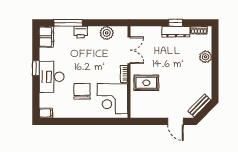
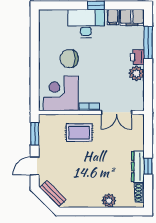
plant: (107, 33) -> (136, 73), moved
rug: (146, 83) -> (79, 133), turned 90
chair: (82, 91) -> (69, 59), turned 180
filing cabinet: (46, 113) -> (113, 17), moved
window: (147, 121) -> (35, 134), added

